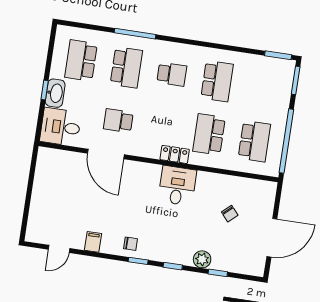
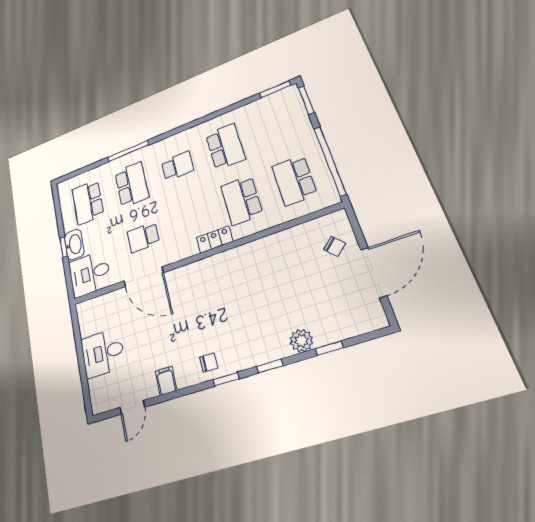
school desk: (254, 141) -> (294, 180), turned 180
desk: (177, 186) -> (103, 353), moved, turned -90
chair: (230, 214) -> (335, 246), moved

